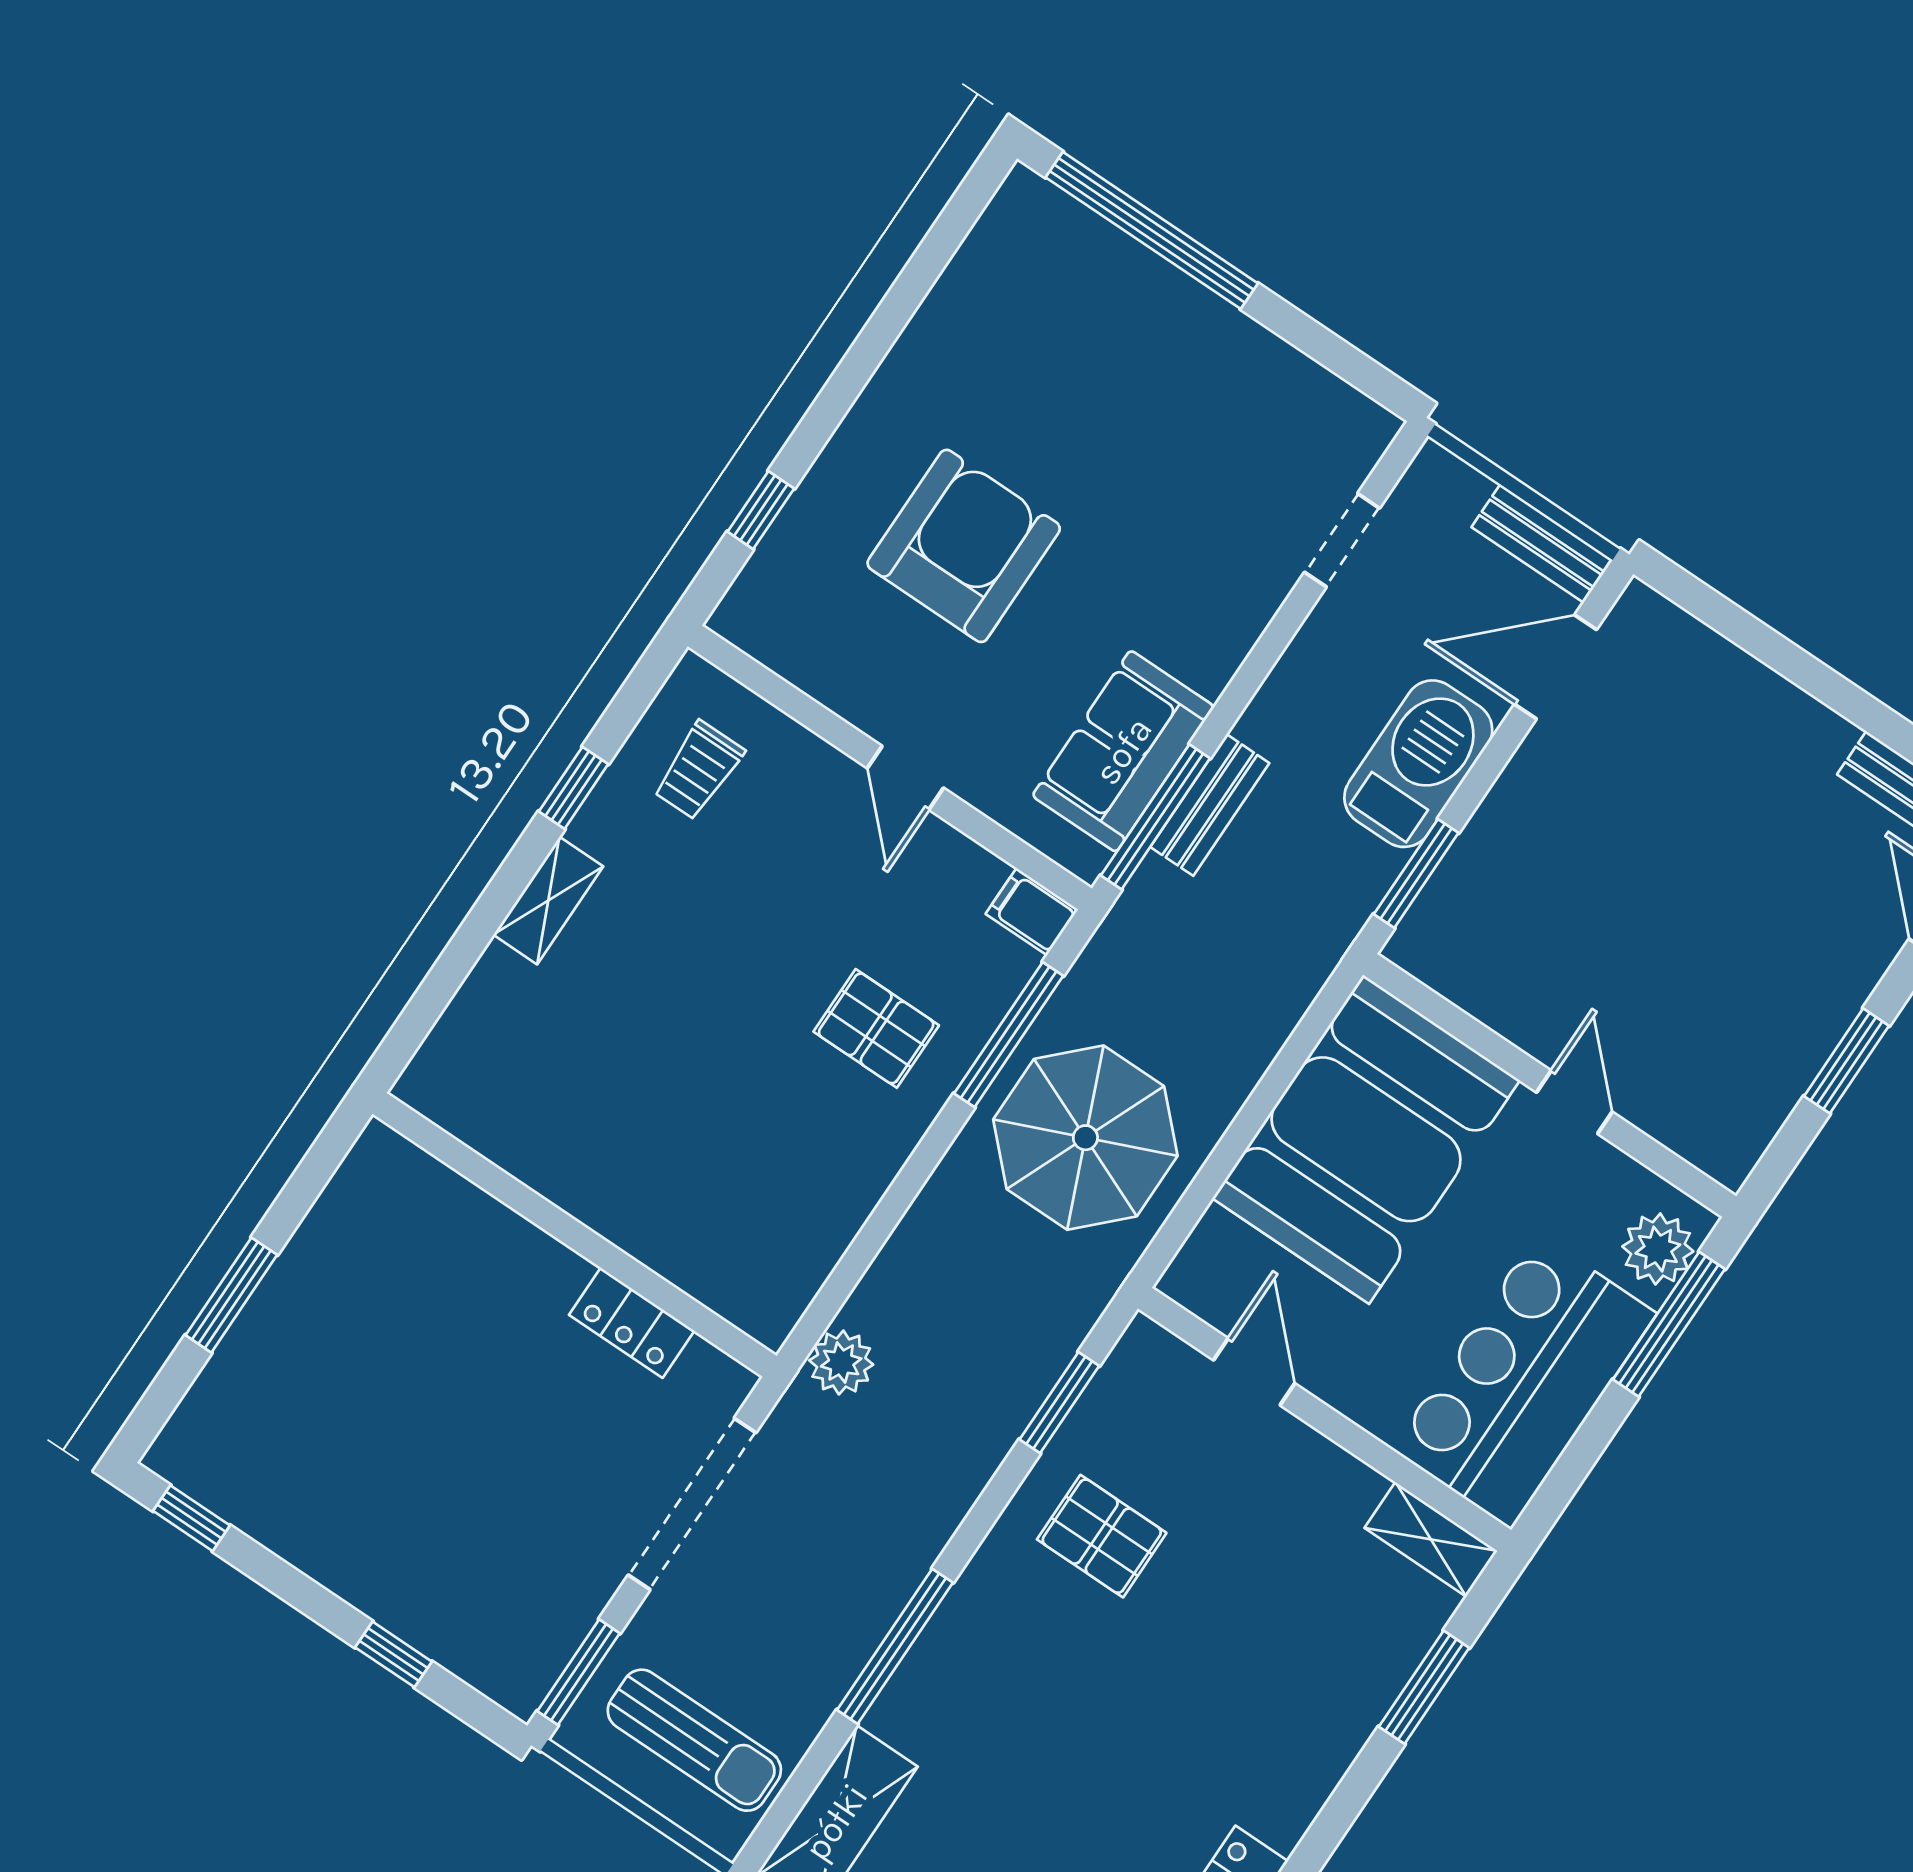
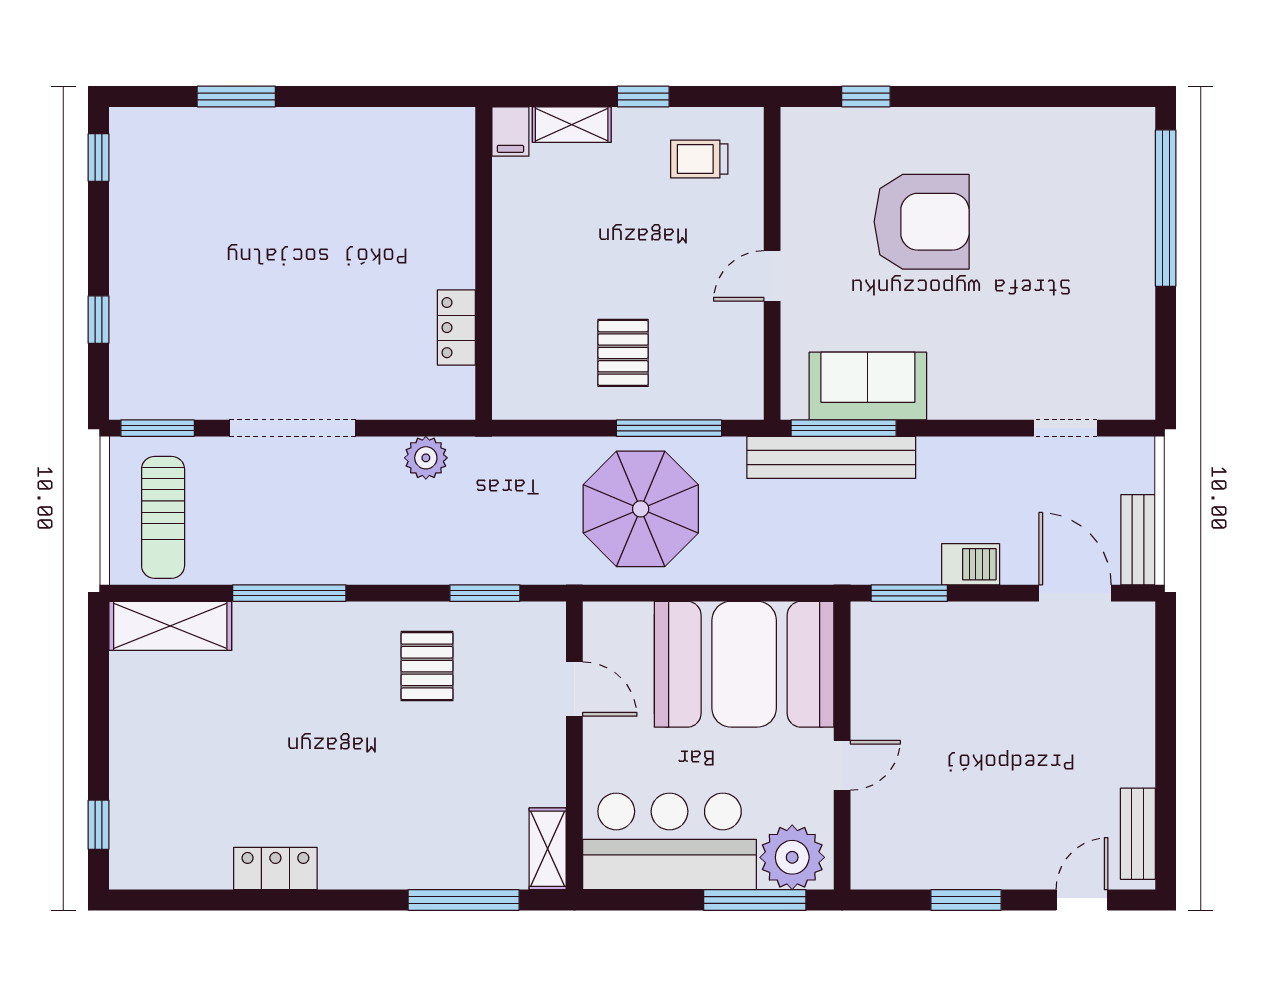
barbecue: (1418, 764) -> (971, 564), width x0.53, depth x0.65
bench: (1210, 805) -> (831, 457), width x1.86, depth x1.21
filing cabinet: (1032, 912) -> (510, 132), moved, turned 180
wall: (575, 1235) -> (484, 263), moved
plant: (1658, 1249) -> (792, 857), width x1.36, depth x1.36
locker: (632, 1323) -> (456, 328), moved
door: (1254, 1372) -> (574, 689), hinge flipped
window: (1424, 1687) -> (464, 900), width x1.44

